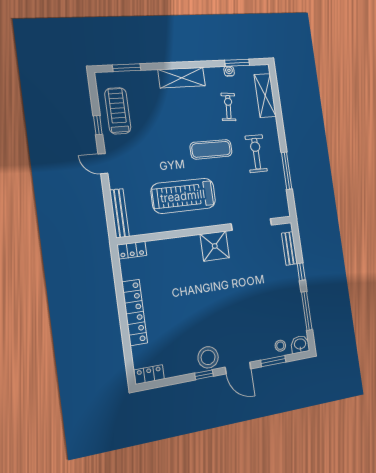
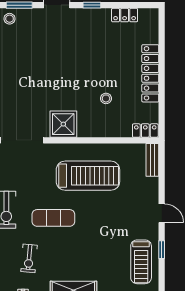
bench: (119, 213) -> (152, 160), width x0.73
stool: (208, 357) -> (106, 98), moved, width x0.53, depth x0.53
locker: (149, 374) -> (125, 15), moved

